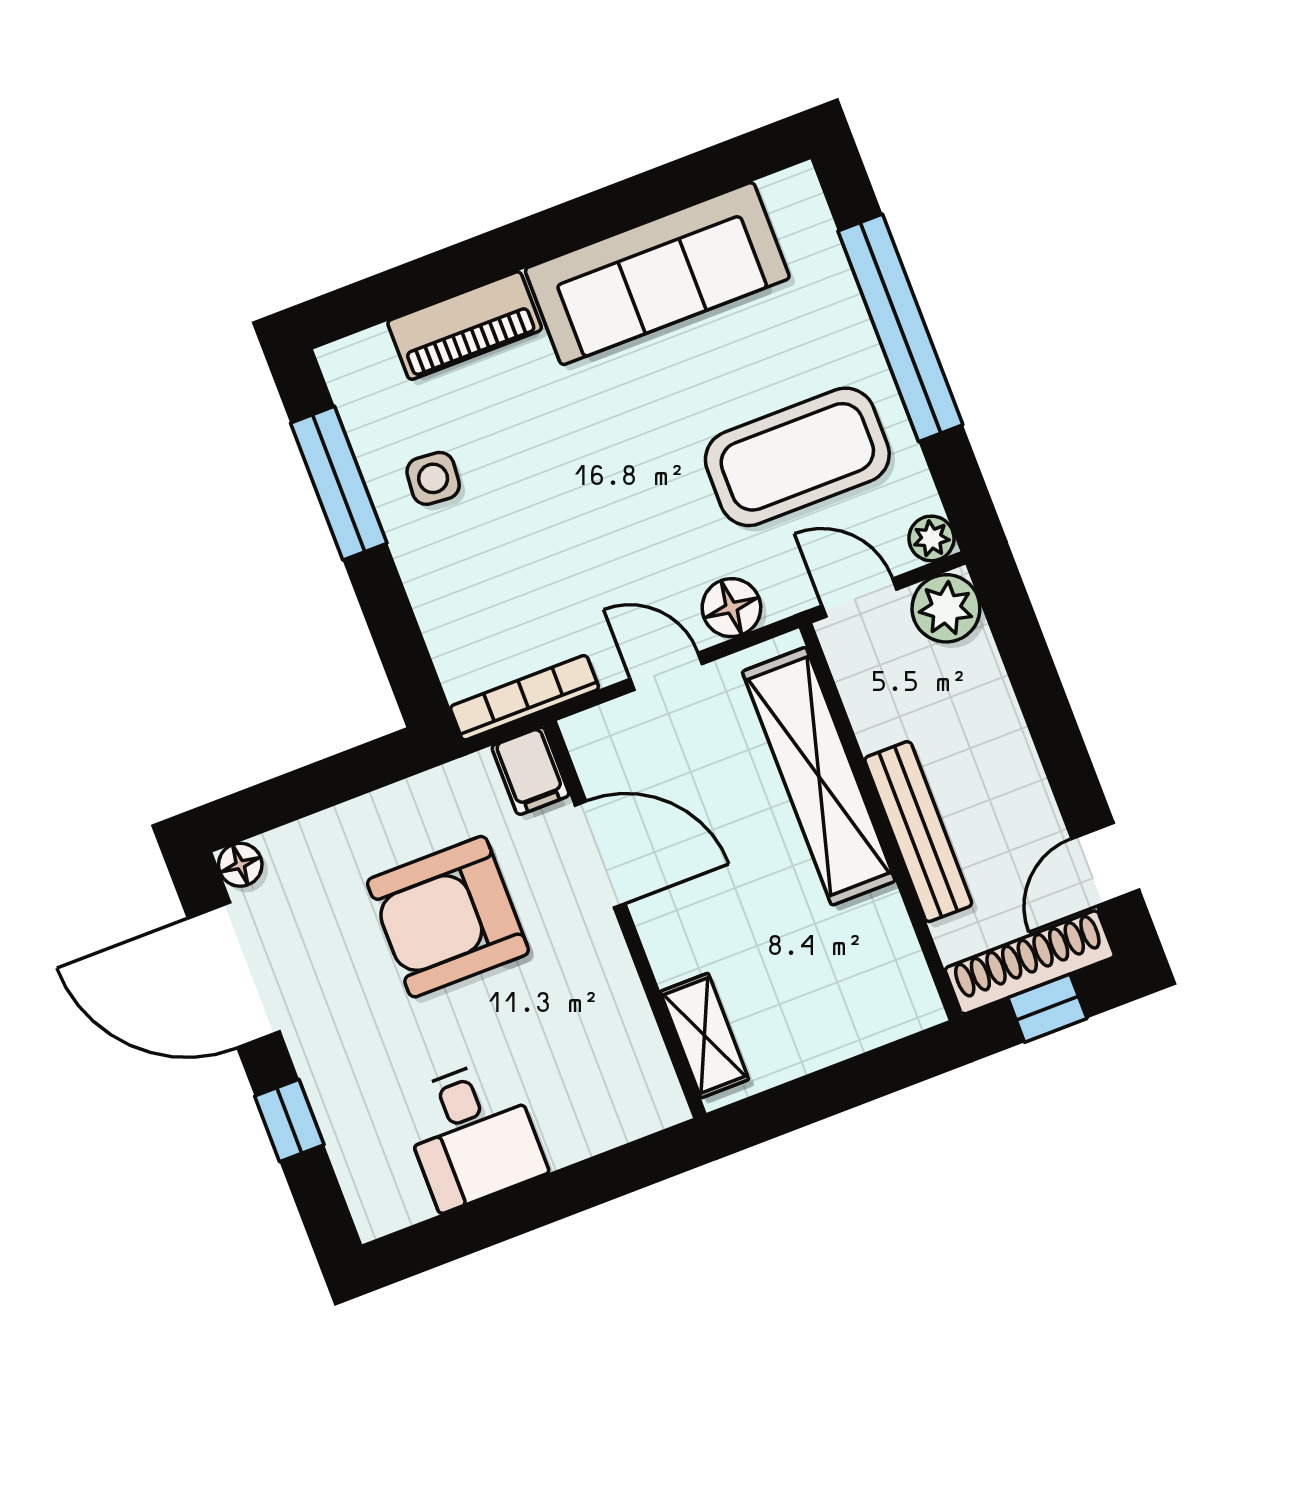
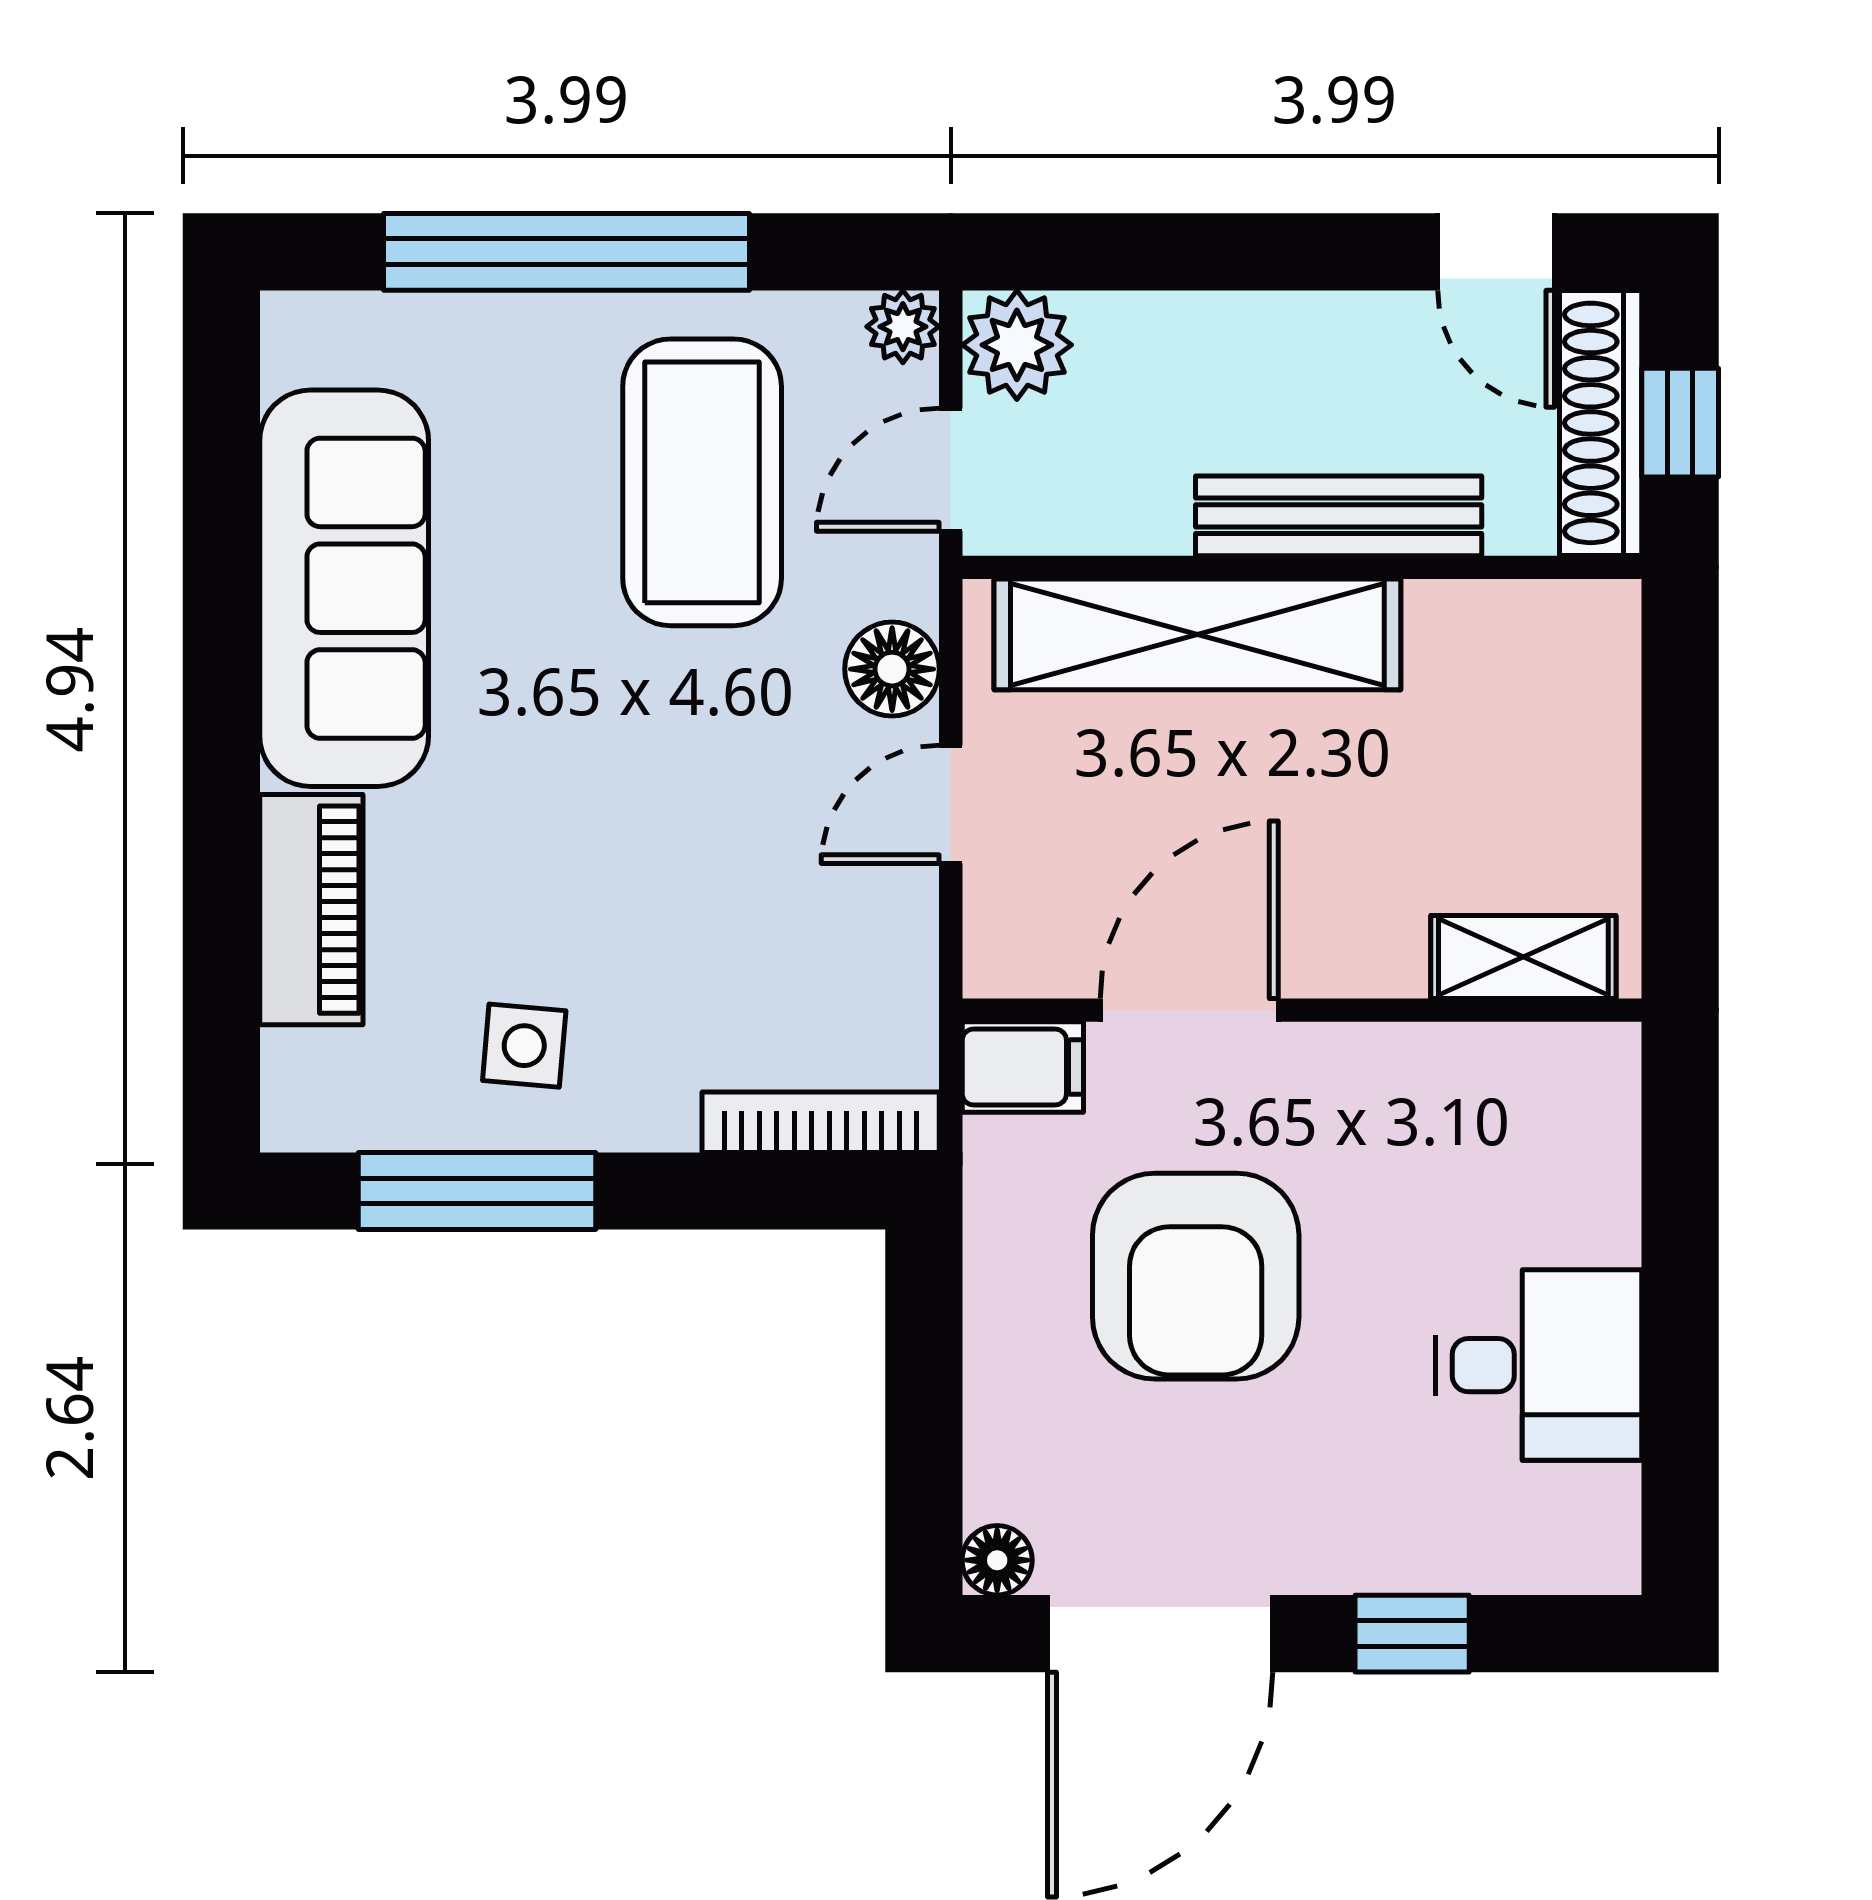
bookcase: (524, 698) -> (821, 1122), moved, turned 90

